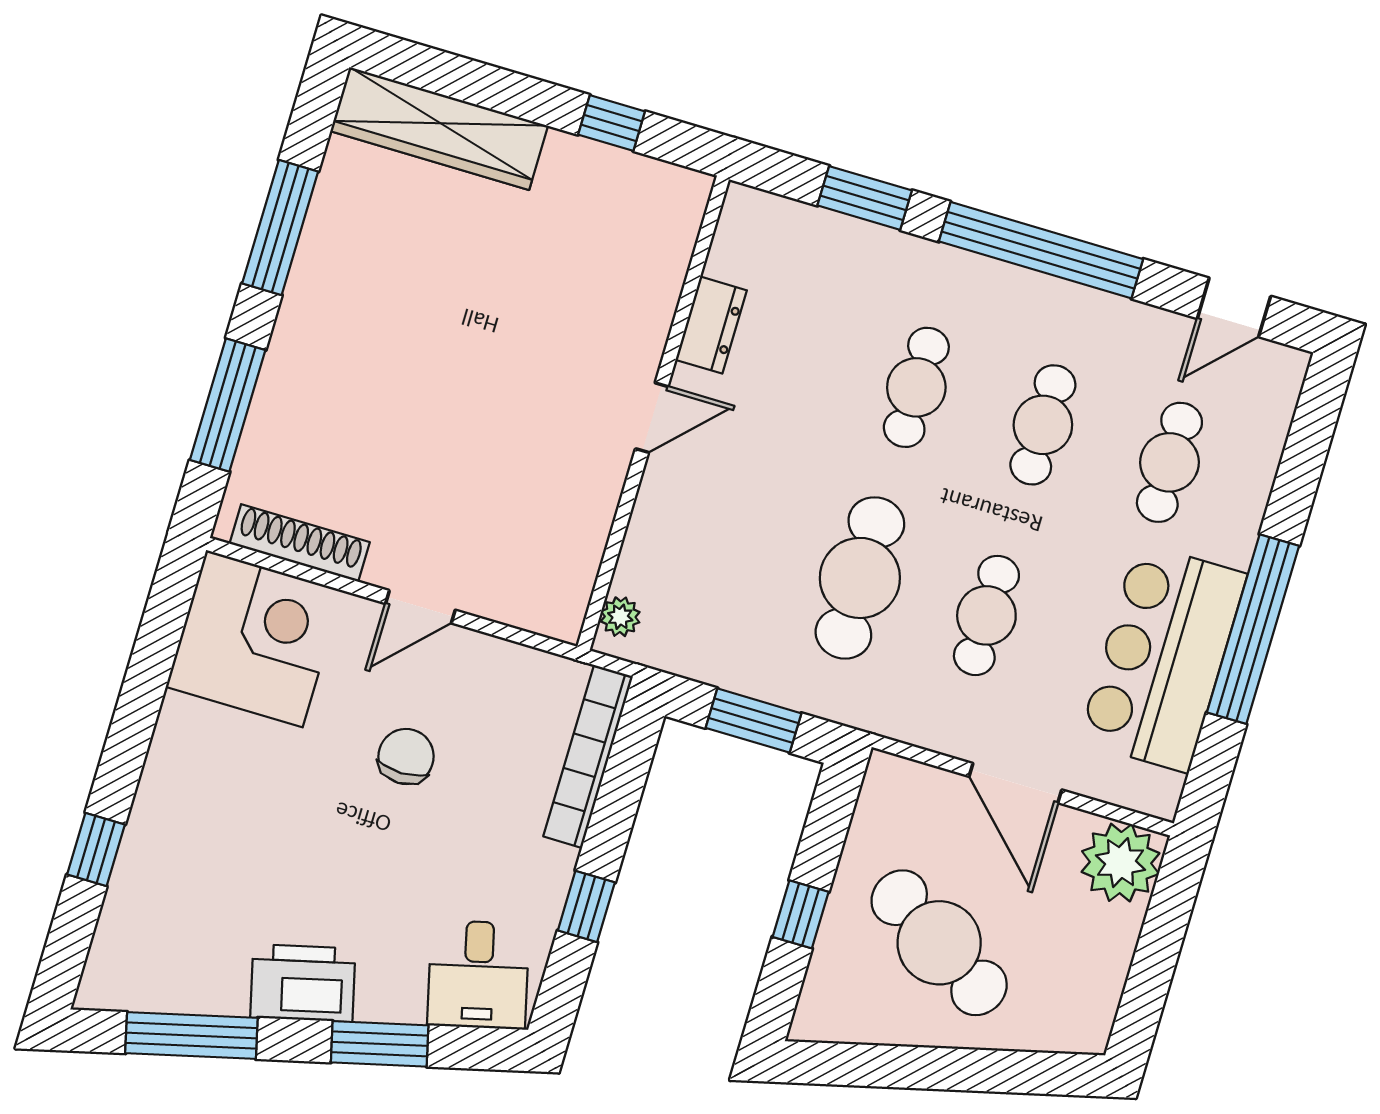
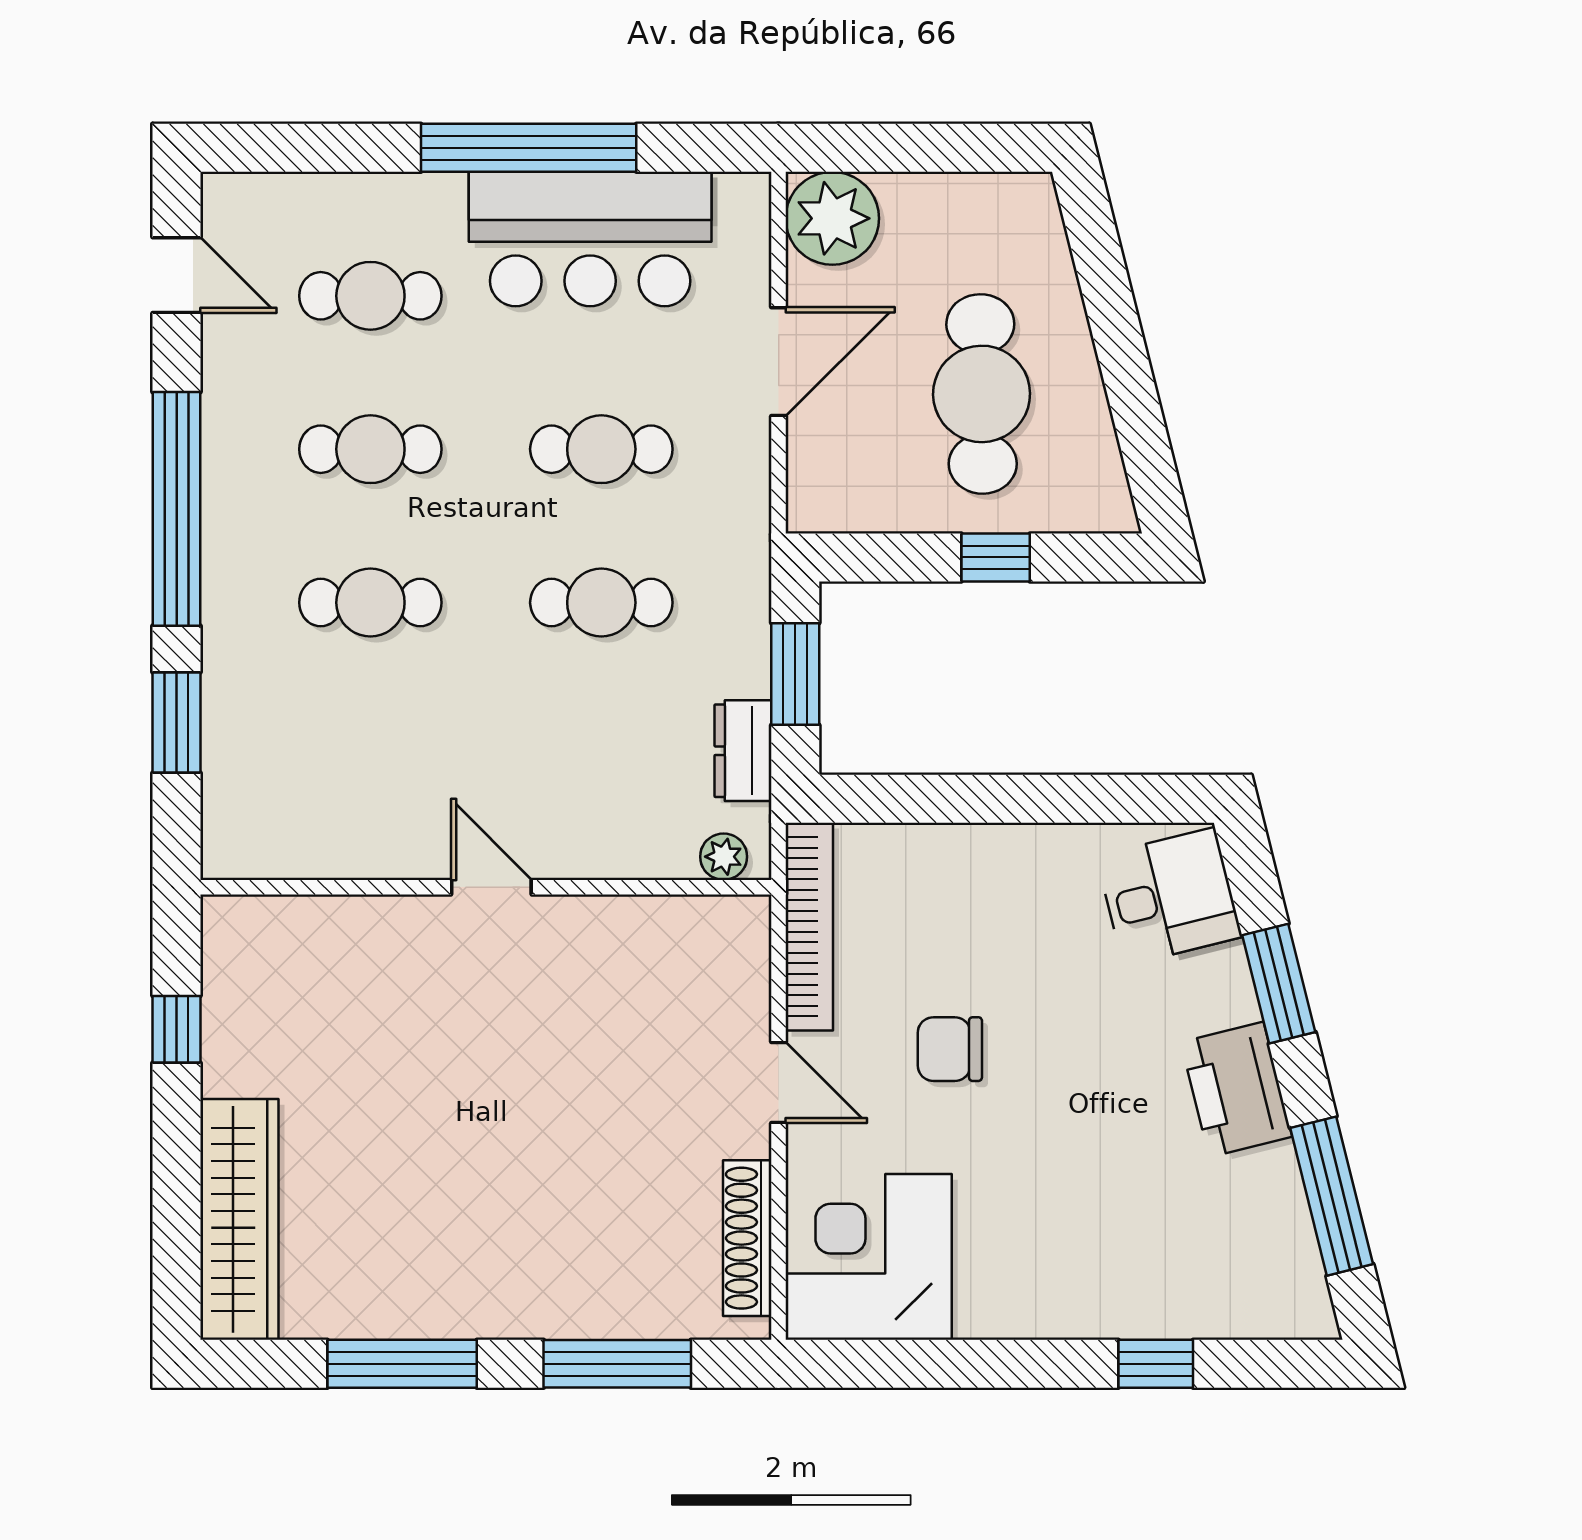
dresser: (711, 325) -> (743, 751), moved, turned -90
cafe table: (860, 578) -> (601, 603), width x0.73, depth x0.74
bookcase: (588, 756) -> (809, 927), moved, turned -90
window: (586, 906) -> (1057, 799), removed
cafe table: (939, 943) -> (982, 394), turned -33

